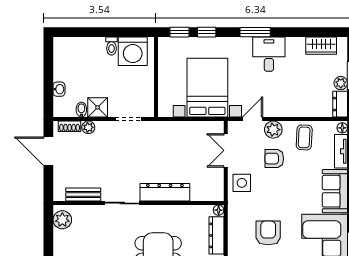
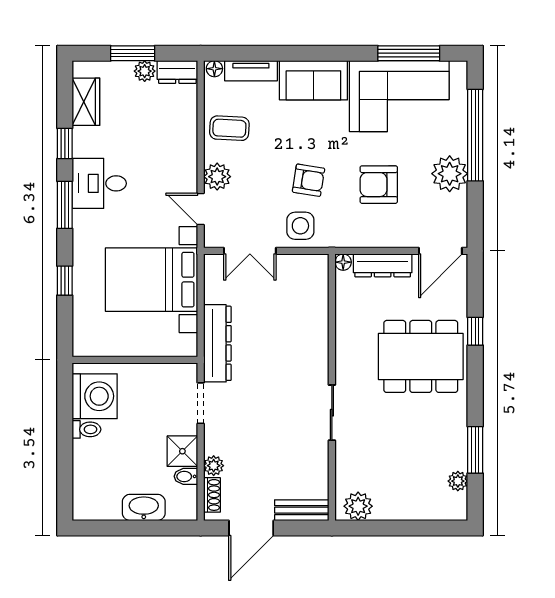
window: (179, 32) -> (65, 143), moved
washbasin: (59, 89) -> (144, 507), width x1.91, depth x1.45
armchair: (274, 159) -> (308, 180), moved, turned -81
dresser: (165, 192) -> (217, 343), moved, turned 180
bench: (83, 194) -> (302, 510), moved, turned 90

